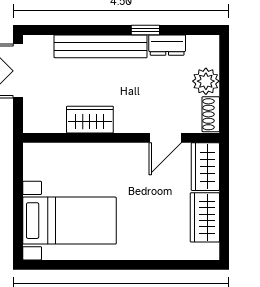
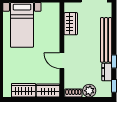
window: (196, 30) -> (114, 86), added
wardrobe: (90, 120) -> (71, 24), moved
door: (165, 138) -> (62, 61), moved

